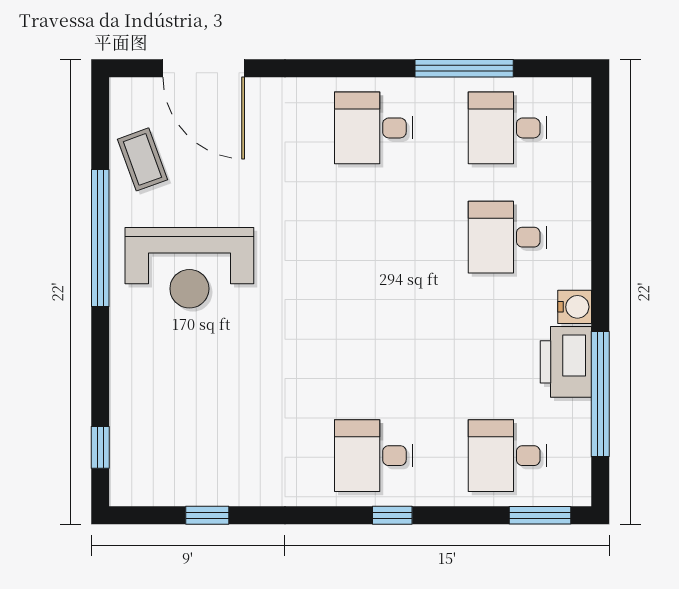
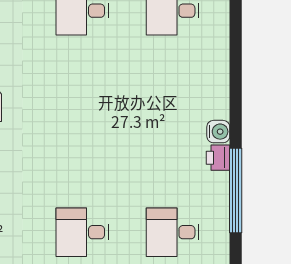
desk: (507, 237) -> (173, 84), removed
printer: (566, 362) -> (218, 158), width x0.53, depth x0.68

